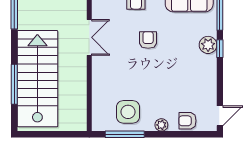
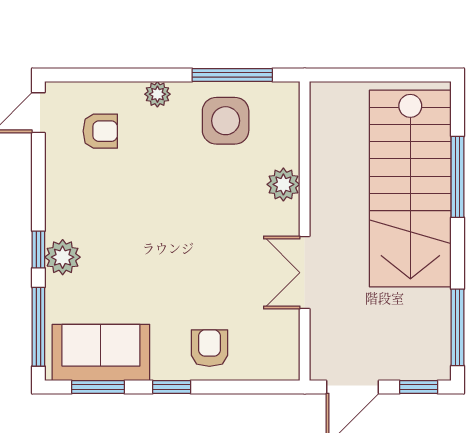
armchair: (148, 40) -> (185, 267), removed
plant: (100, 81) -> (283, 184), added
armchair: (187, 121) -> (100, 131), moved

